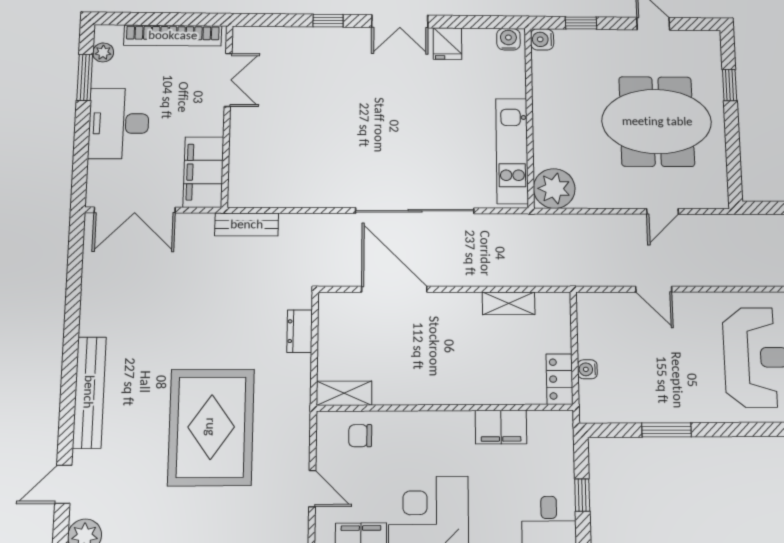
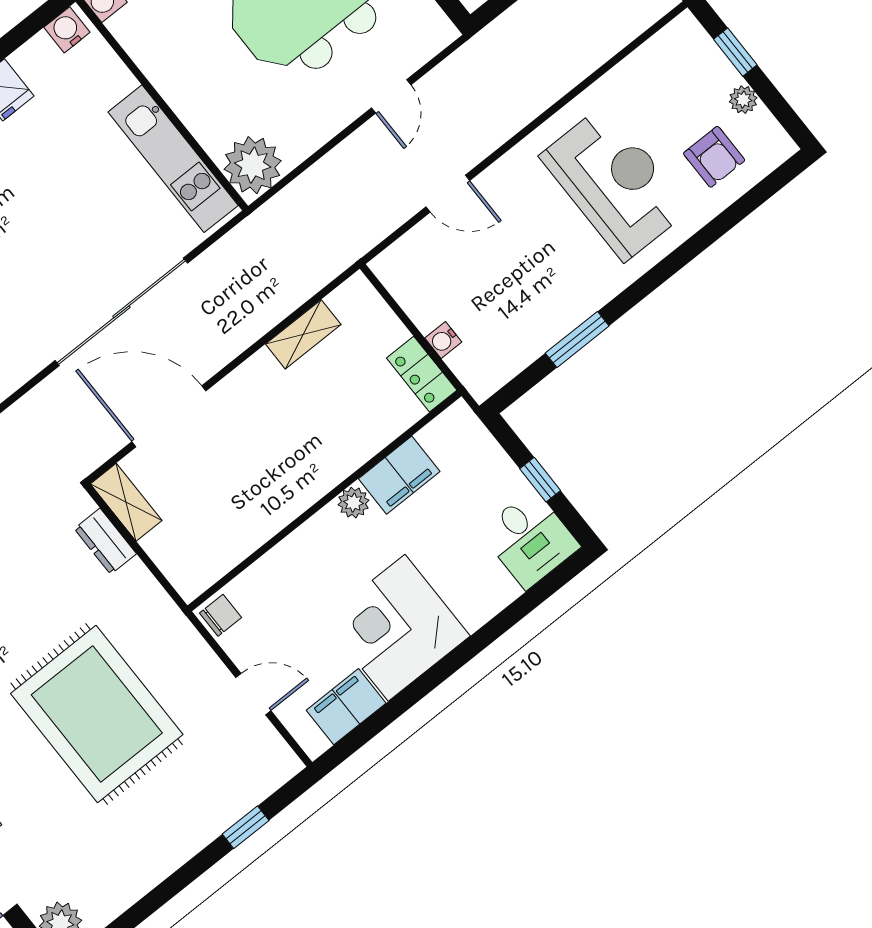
shelving: (344, 393) -> (126, 502), moved, turned 90
plant: (461, 422) -> (354, 503), added
chair: (360, 436) -> (221, 615), moved, turned 180

